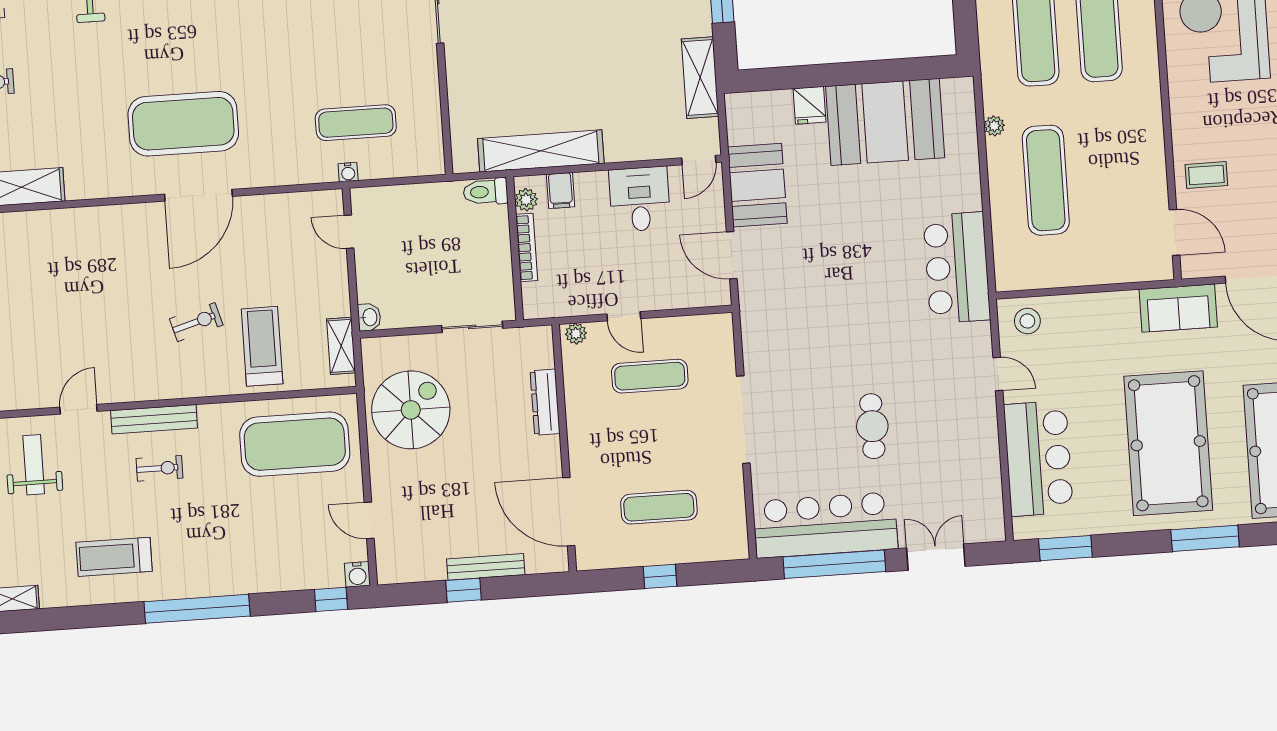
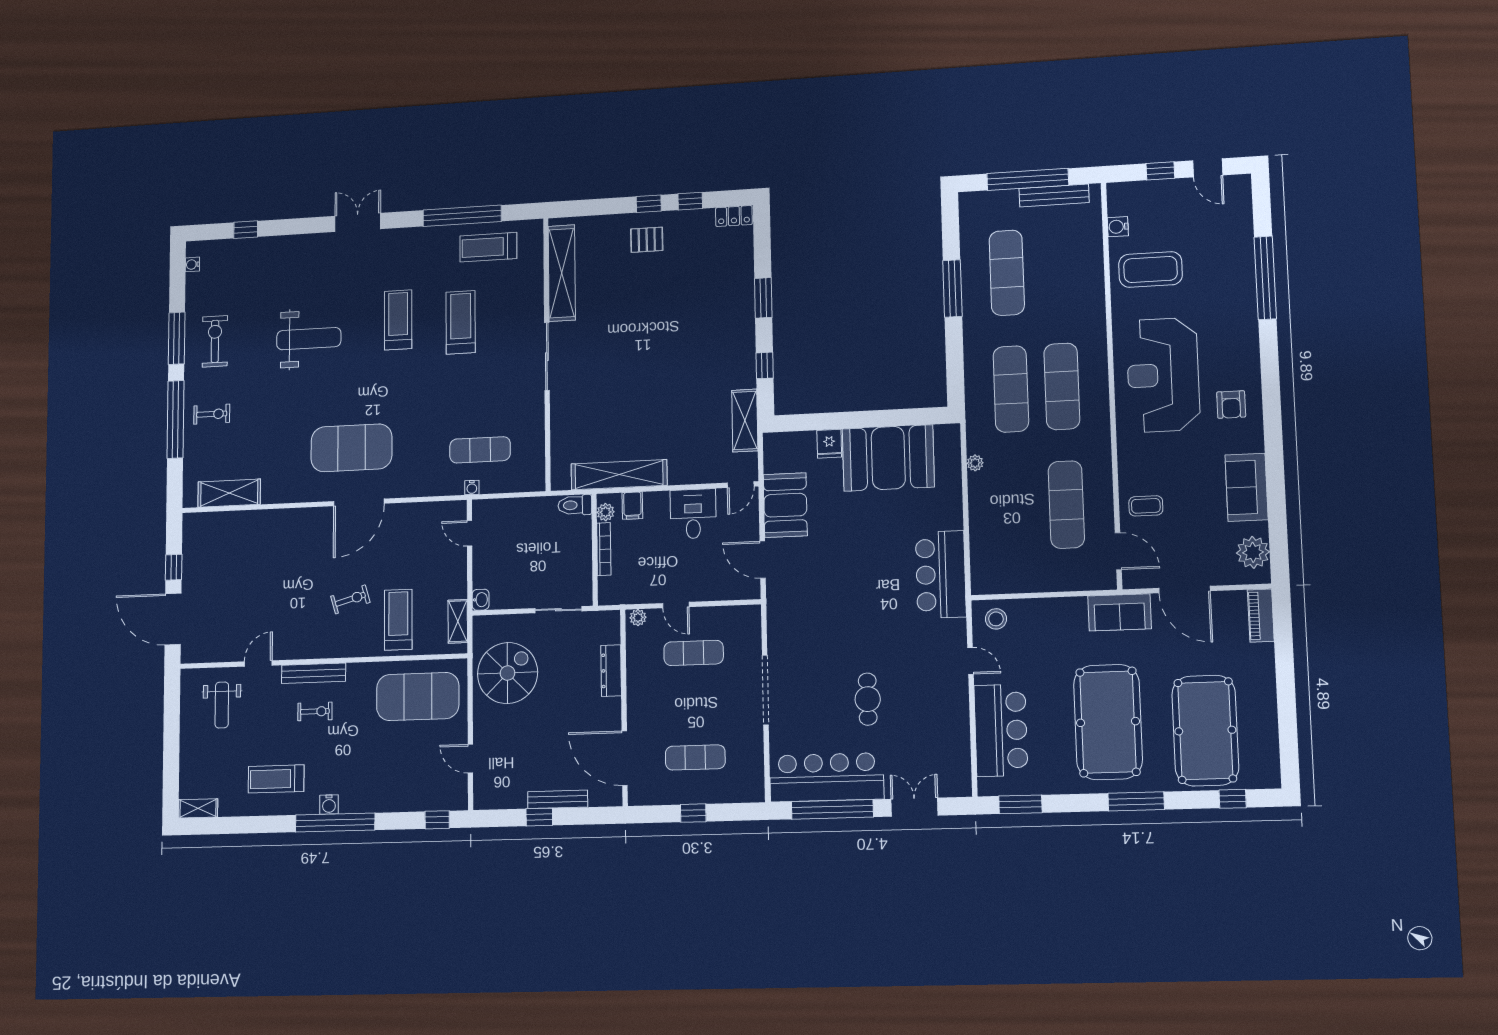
exercise mat: (1046, 180) -> (1066, 505), moved
weight bench: (34, 465) -> (222, 705), turned 180
water cooler: (357, 574) -> (329, 804), moved

